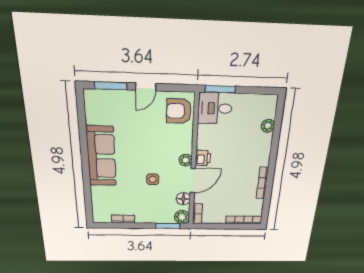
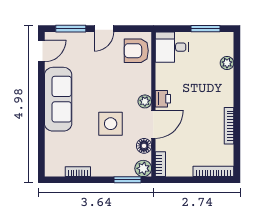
window: (220, 89) -> (206, 29), moved
door: (81, 109) -> (41, 51), added
side table: (153, 179) -> (111, 124), width x1.87, depth x1.87

